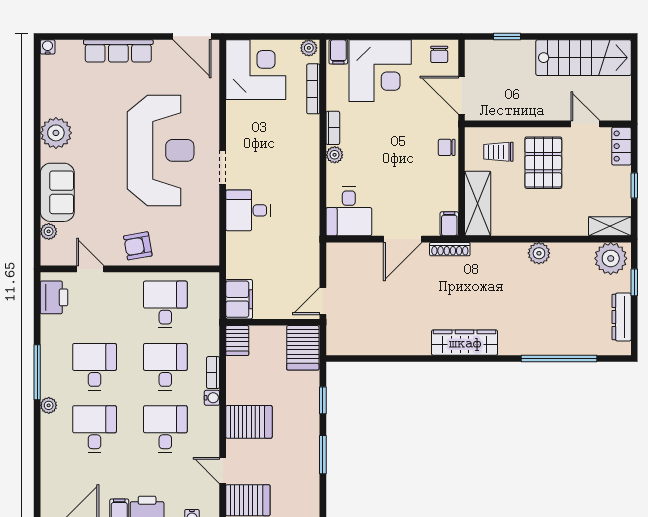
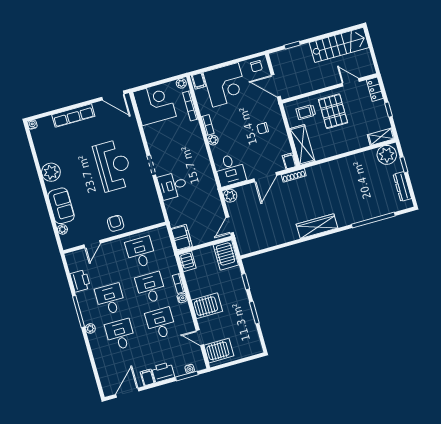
chair: (447, 147) -> (263, 128), moved
reception desk: (161, 150) -> (113, 165), width x0.74, depth x0.77
armchair: (138, 246) -> (116, 223), turned 100
plant: (539, 253) -> (230, 196), moved
door: (90, 269) -> (92, 244), swing flipped
printer: (54, 297) -> (80, 281), moved

